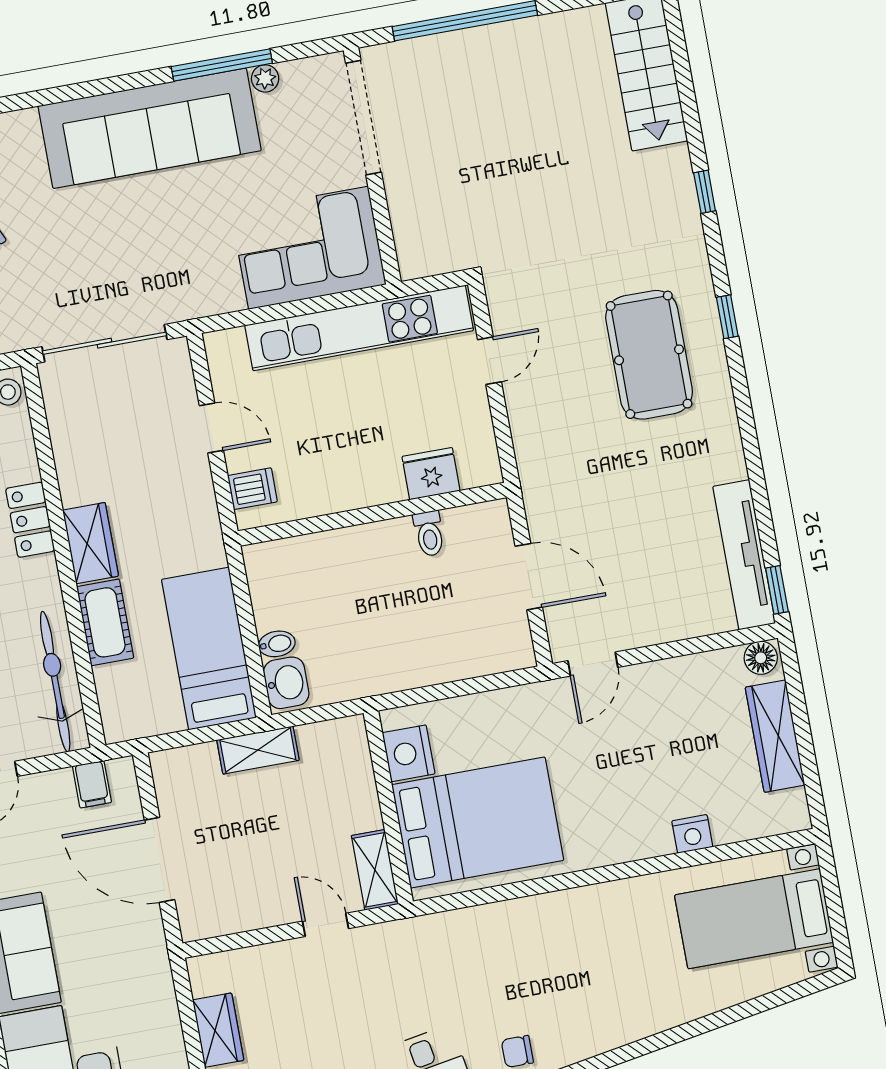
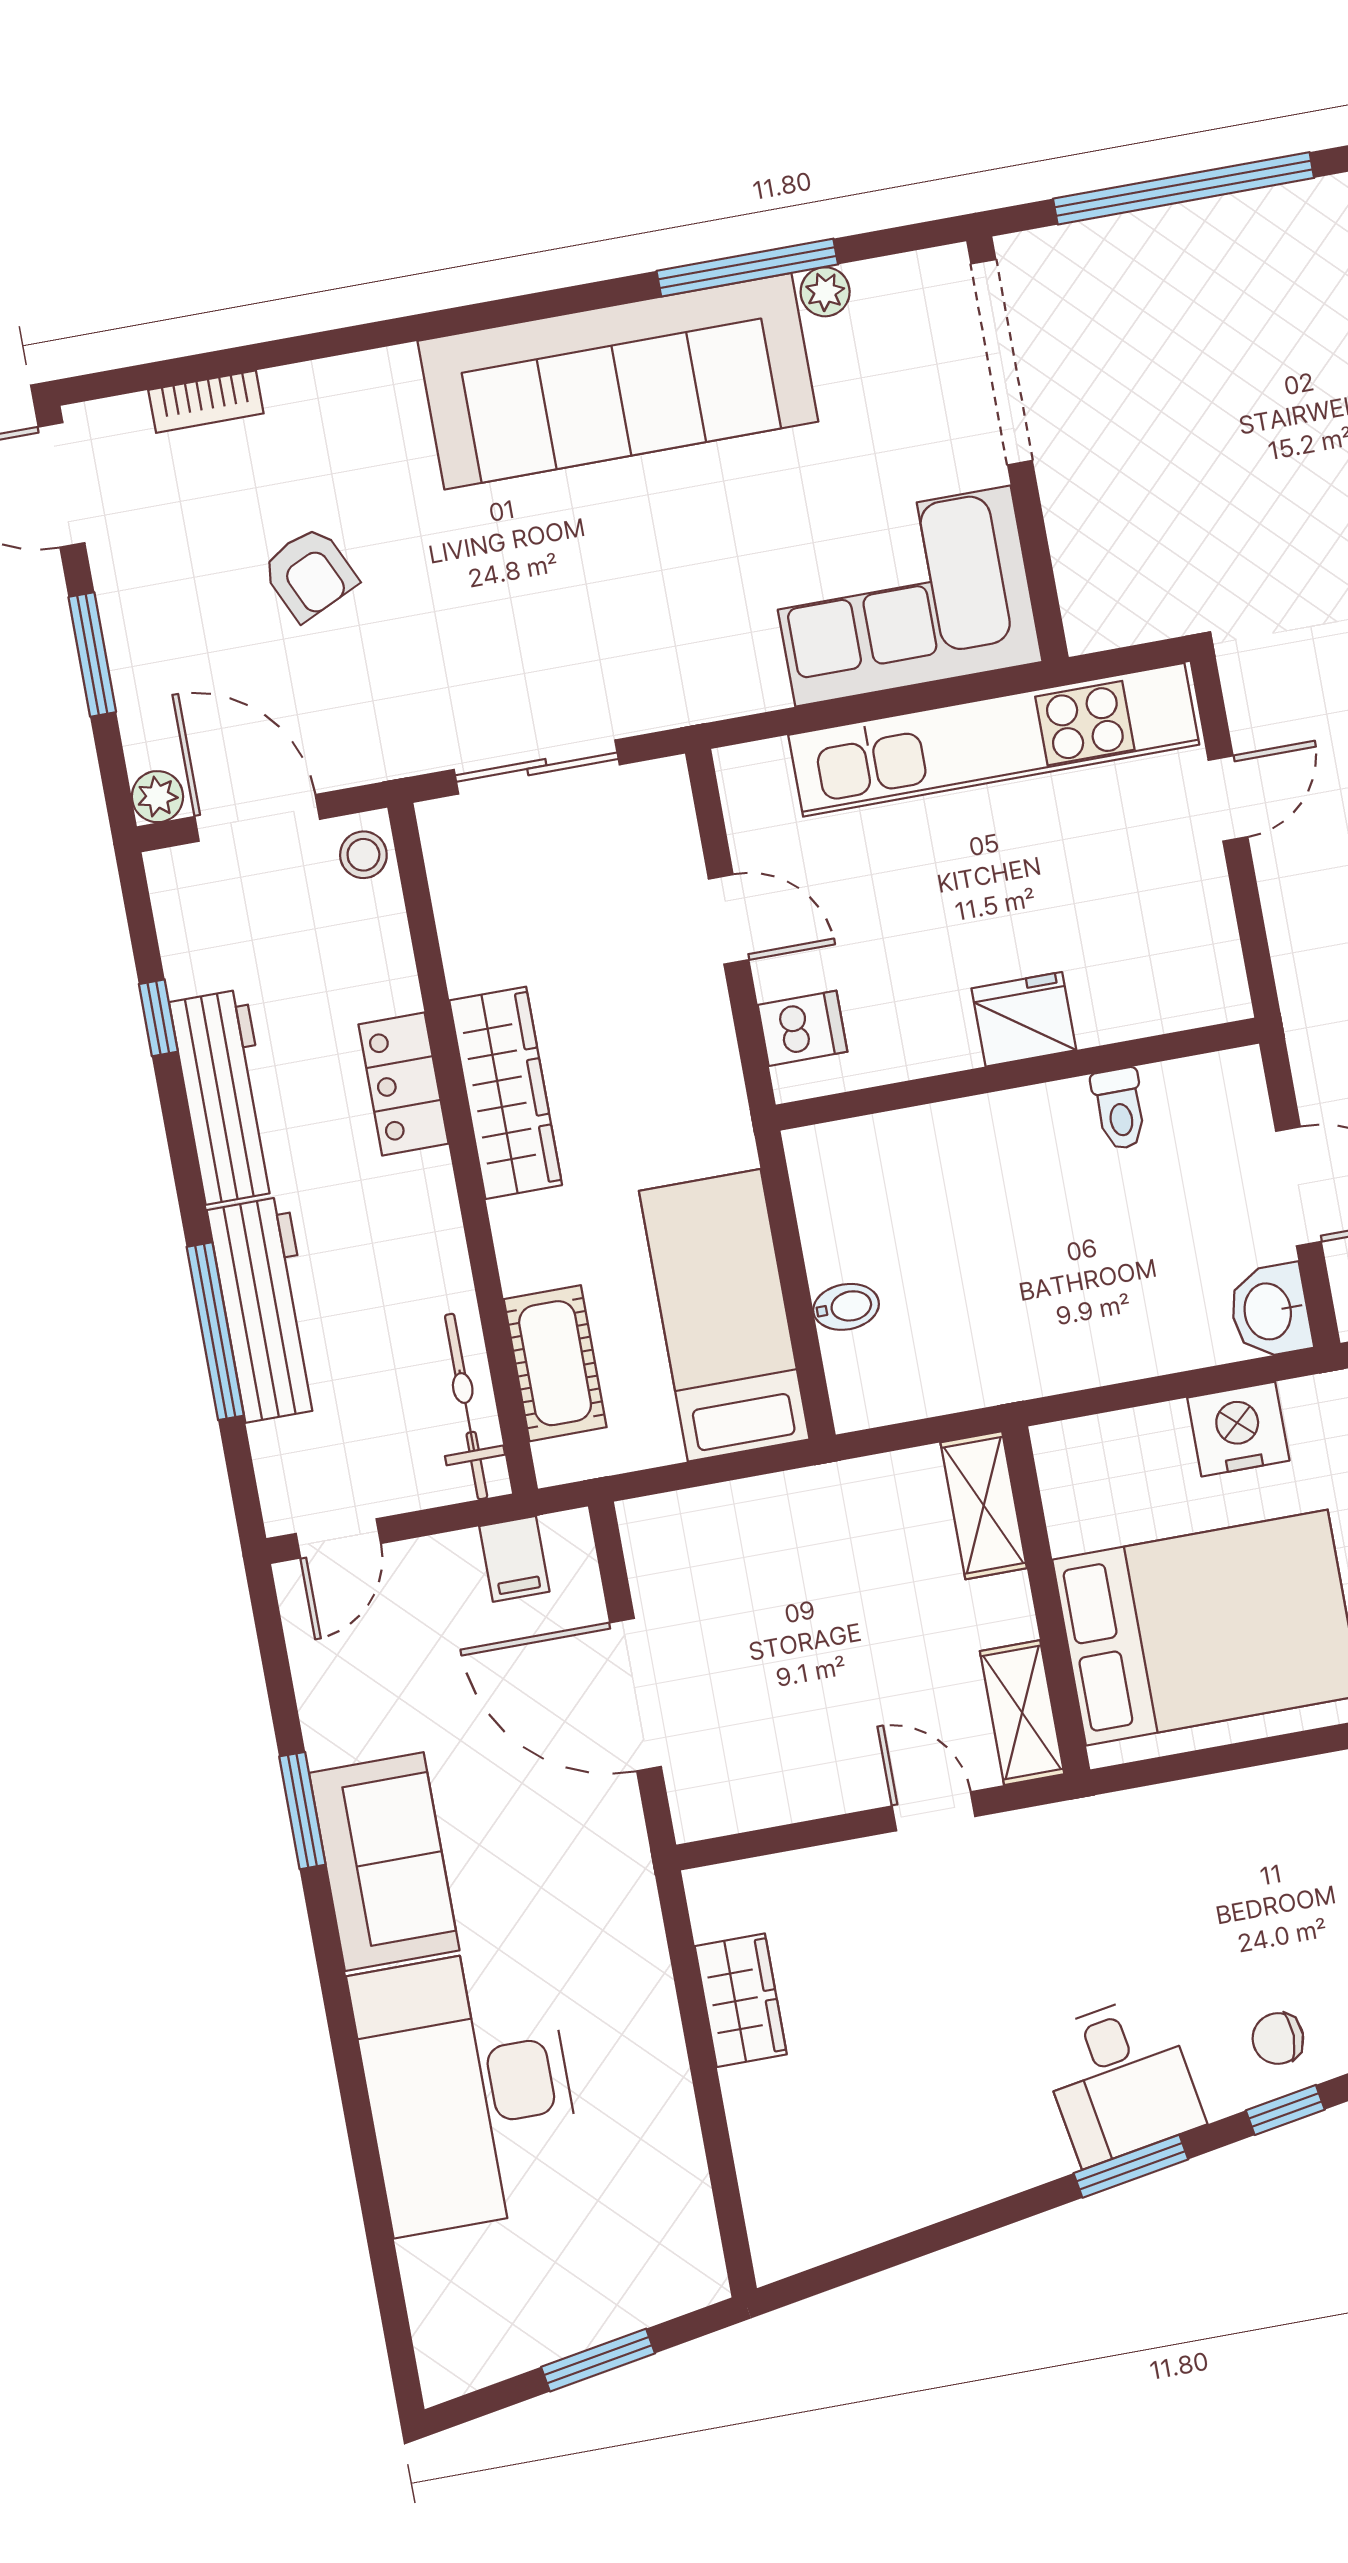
sliding door: (104, 343) -> (537, 767), width x0.73
fridge: (431, 474) -> (1024, 1019), moved
wardrobe: (91, 543) -> (506, 1093), width x1.50
cot: (105, 622) -> (555, 1363), moved
bicycle: (55, 682) -> (466, 1406), width x0.73, depth x0.71
washbasin: (286, 683) -> (1270, 1311), moved, turned 180
shelving: (258, 750) -> (984, 1505), moved, turned 90
nightstand: (409, 753) -> (1238, 1429), moved, turned 90

